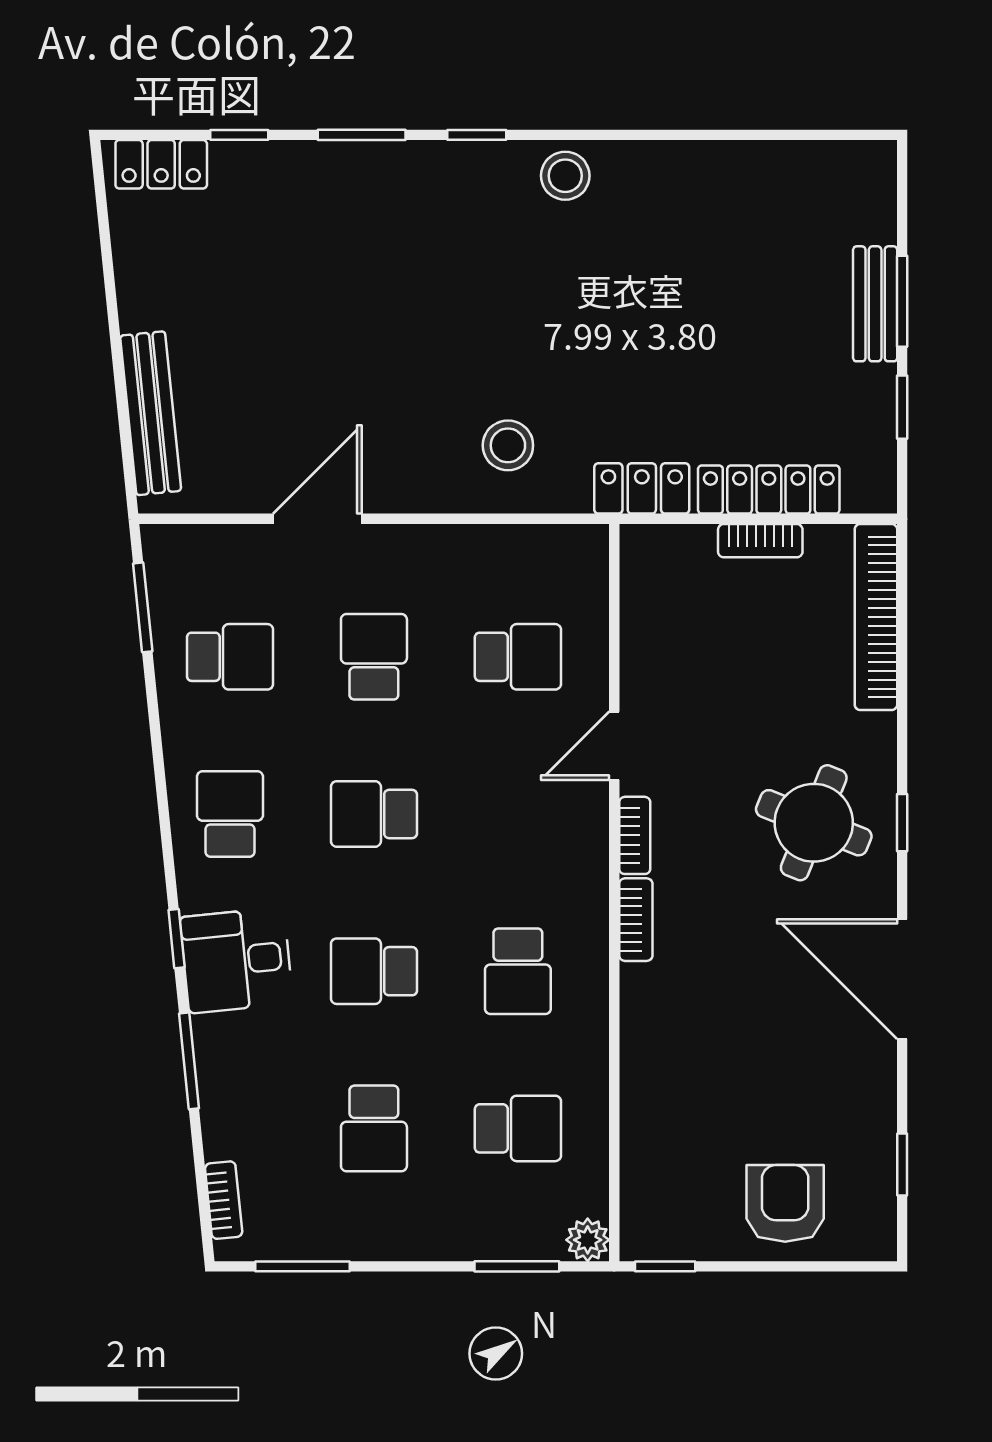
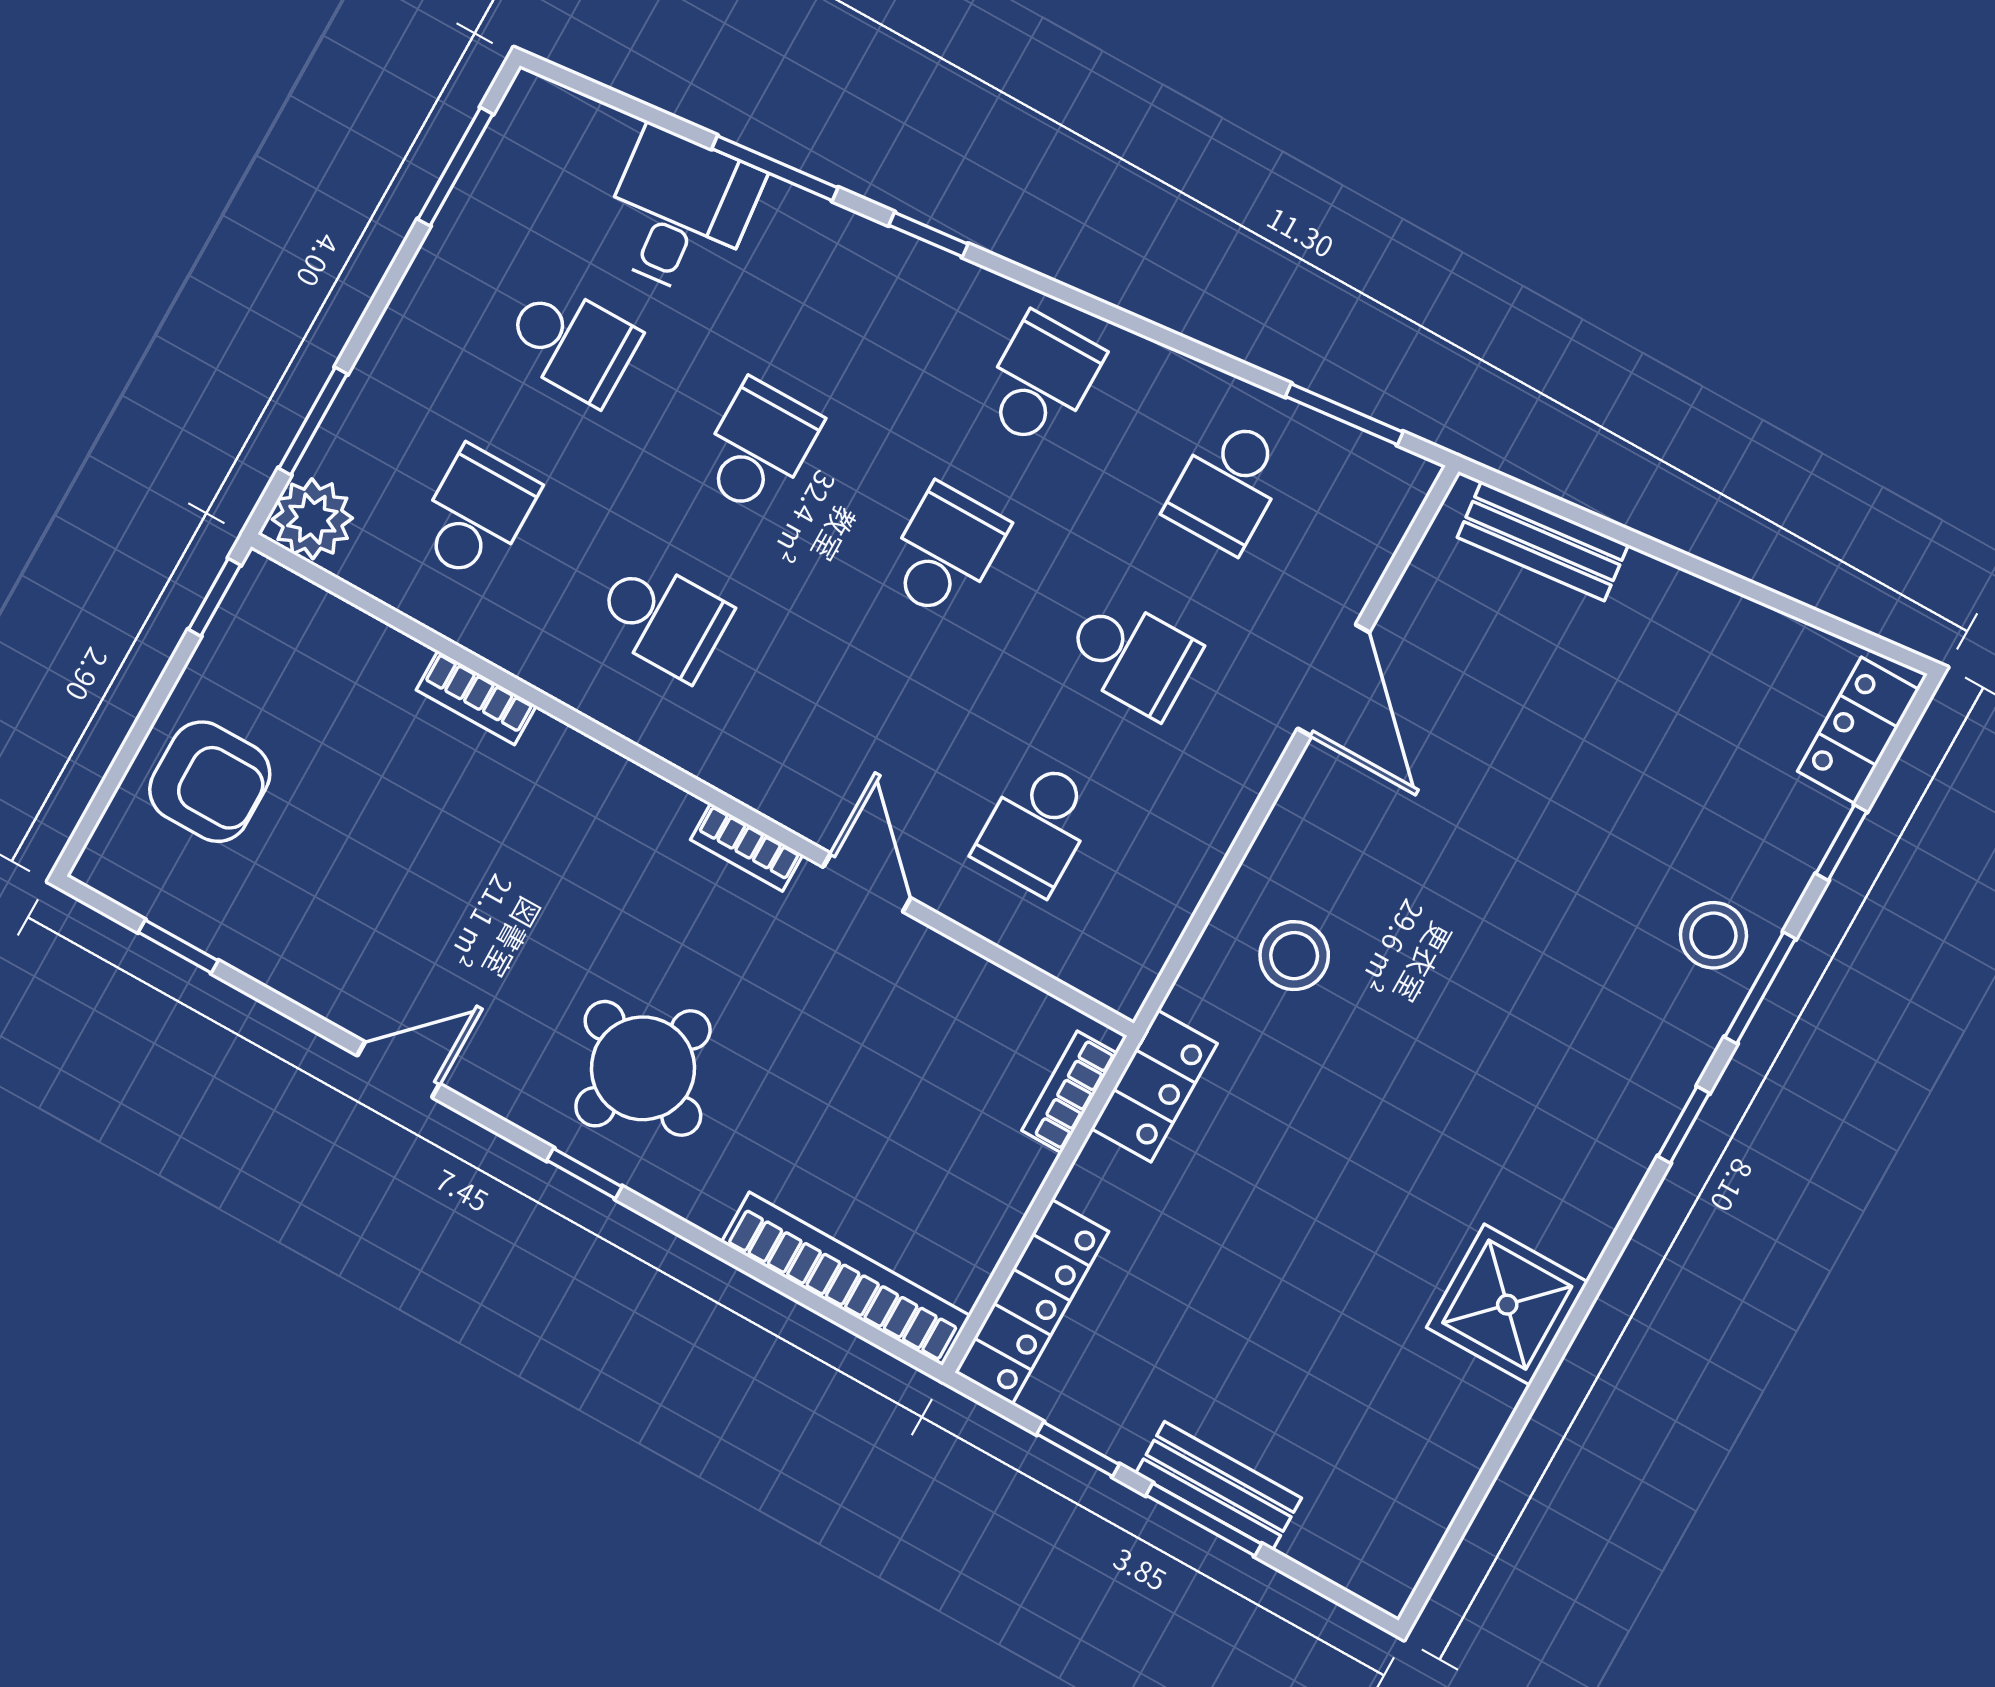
stool: (565, 176) -> (1713, 935), moved
shower: (655, 184) -> (1507, 1305), added
bench: (151, 413) -> (1543, 541), width x0.73
locker: (769, 490) -> (1032, 1302), moved
bookcase: (760, 541) -> (1069, 1092), moved
school desk: (230, 814) -> (1041, 381), turned -90
bookcase: (636, 920) -> (476, 698), moved
desk: (236, 960) -> (680, 212), moved
school desk: (518, 971) -> (663, 618), turned 180
door: (902, 979) -> (399, 1070), width x0.53
school desk: (374, 1128) -> (572, 343), turned 180
school desk: (518, 1128) -> (476, 514), turned 180
bookcase: (224, 1200) -> (586, 117), removed
plant: (588, 1240) -> (312, 519), width x1.38, depth x1.38

